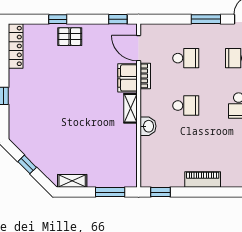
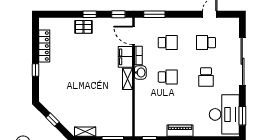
window: (58, 19) -> (90, 14), moved
window: (206, 19) -> (154, 14), moved
locker: (16, 46) -> (44, 46), moved
washbasin: (148, 126) -> (140, 72), moved

